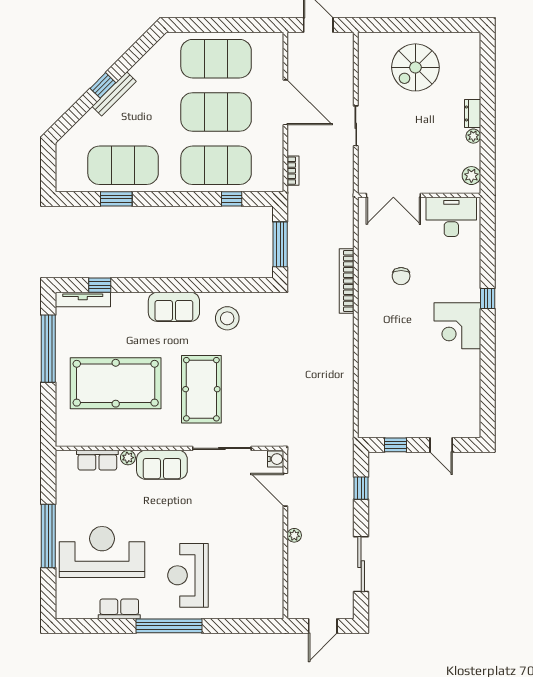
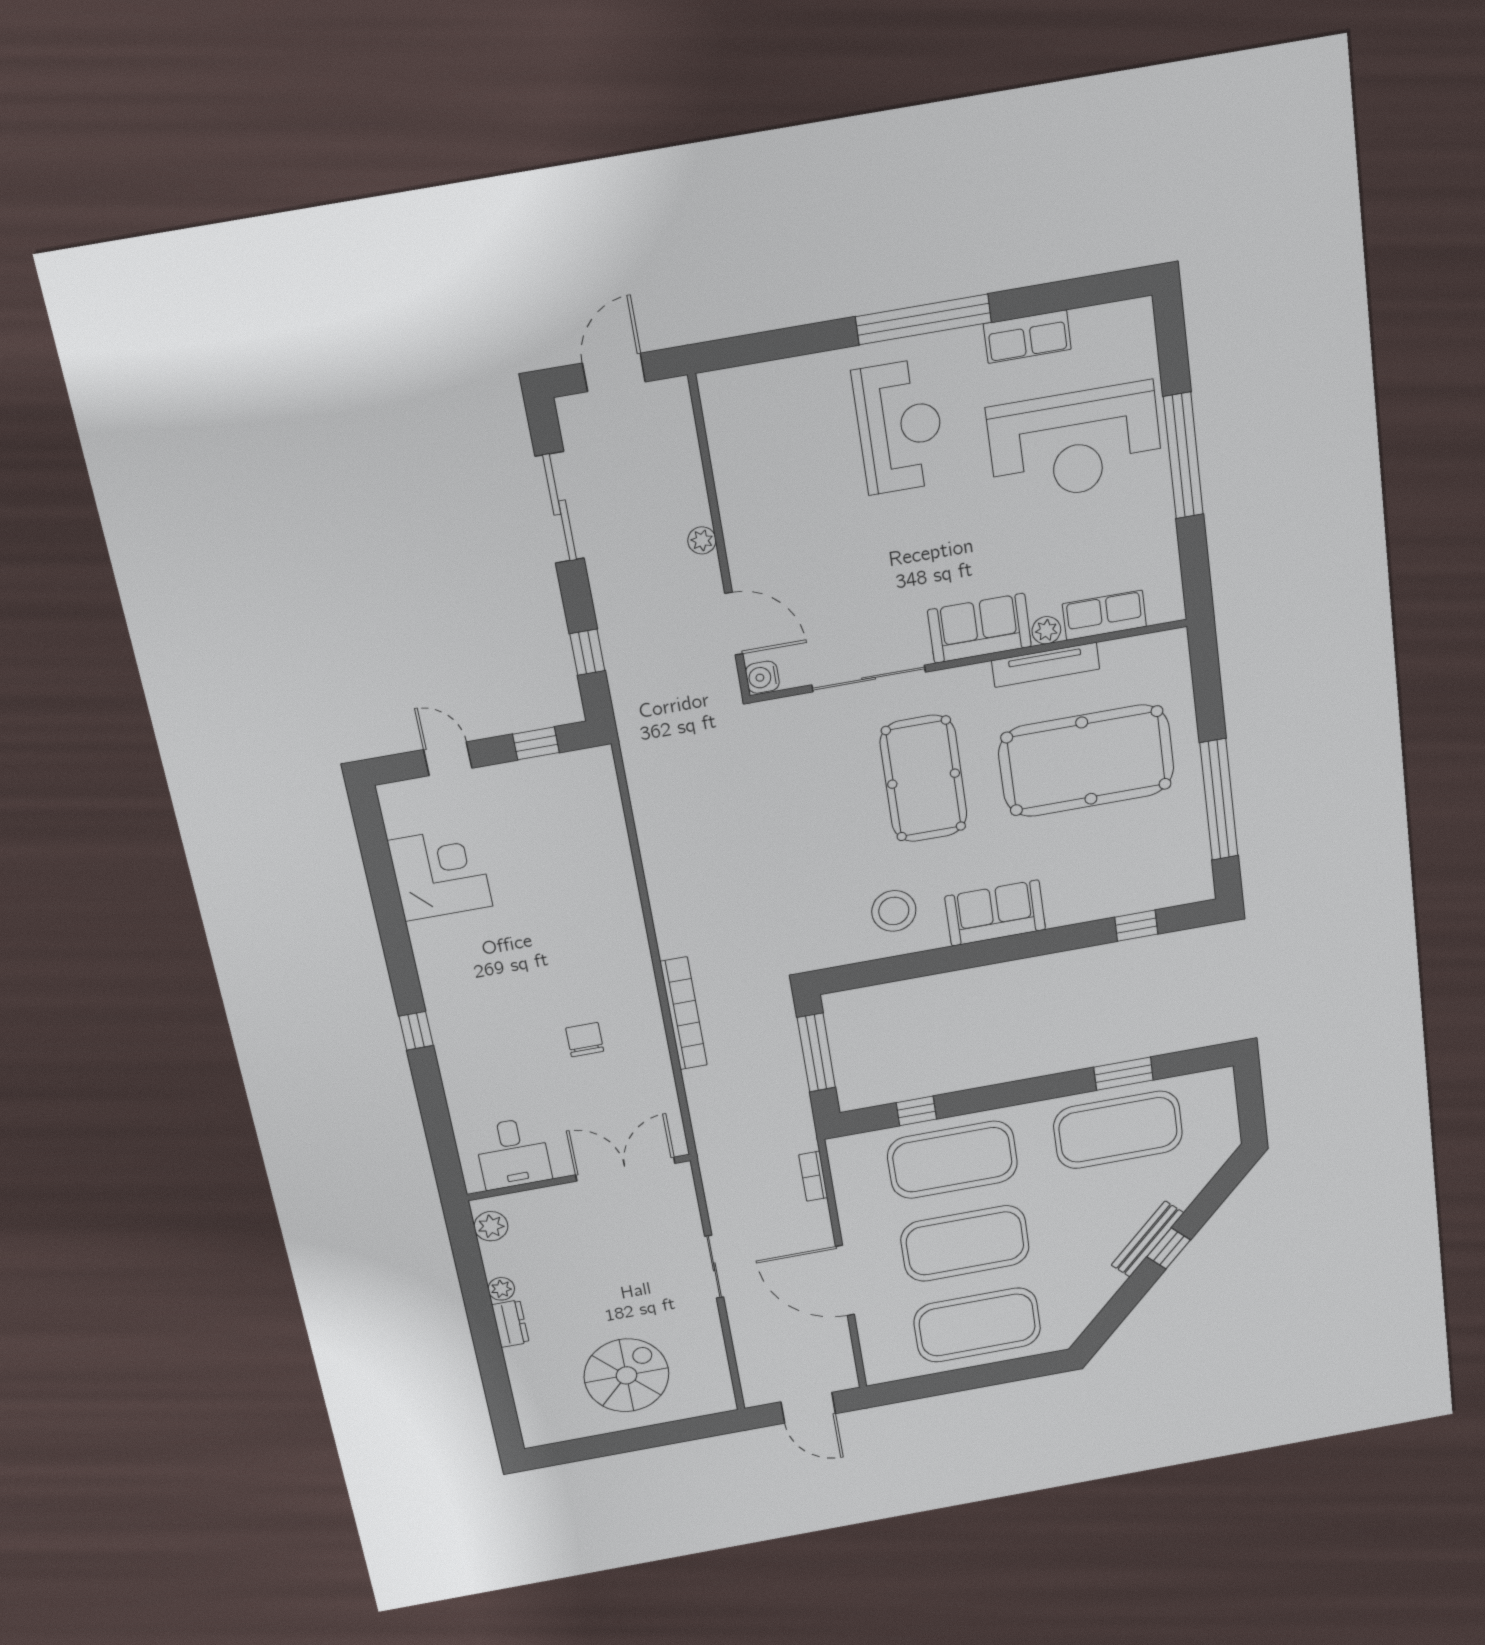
desk: (451, 217) -> (513, 1153), width x0.73
tv unit: (83, 300) -> (1046, 665), moved, turned 180
corner desk: (457, 326) -> (440, 873), moved

